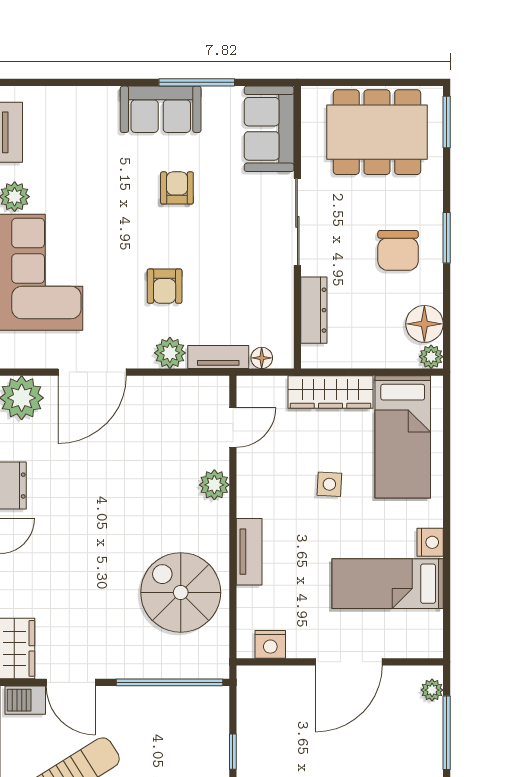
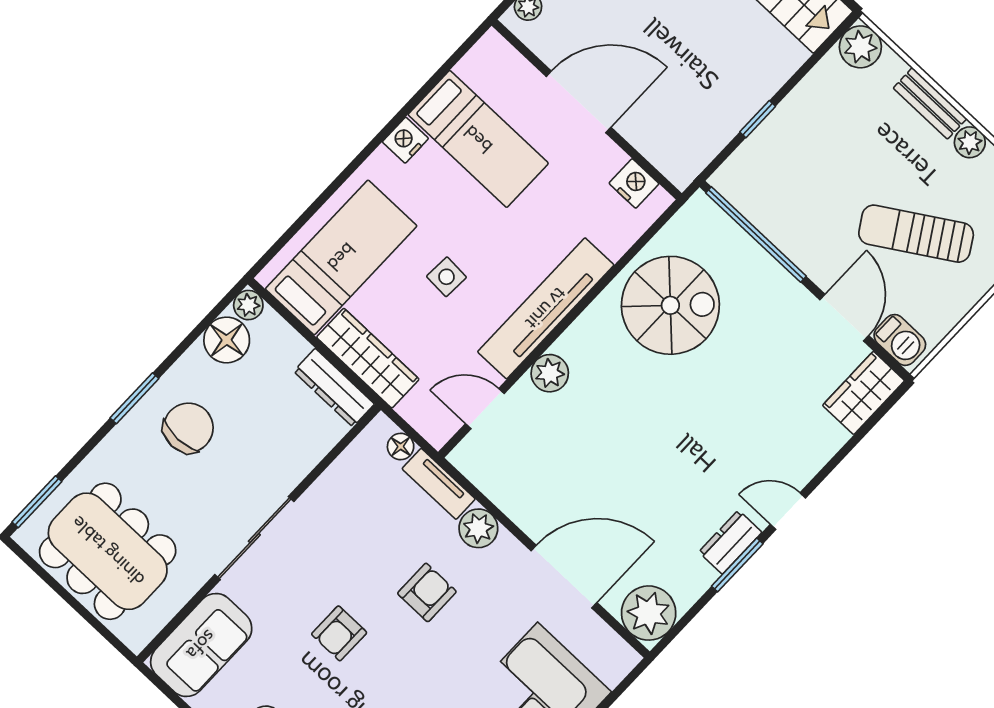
armchair: (177, 188) -> (339, 633), moved
dresser: (314, 310) -> (334, 388), moved, turned -90
tv unit: (249, 552) -> (546, 308), width x1.92, depth x1.29
spiral stairs: (181, 592) -> (670, 305), turned -90

